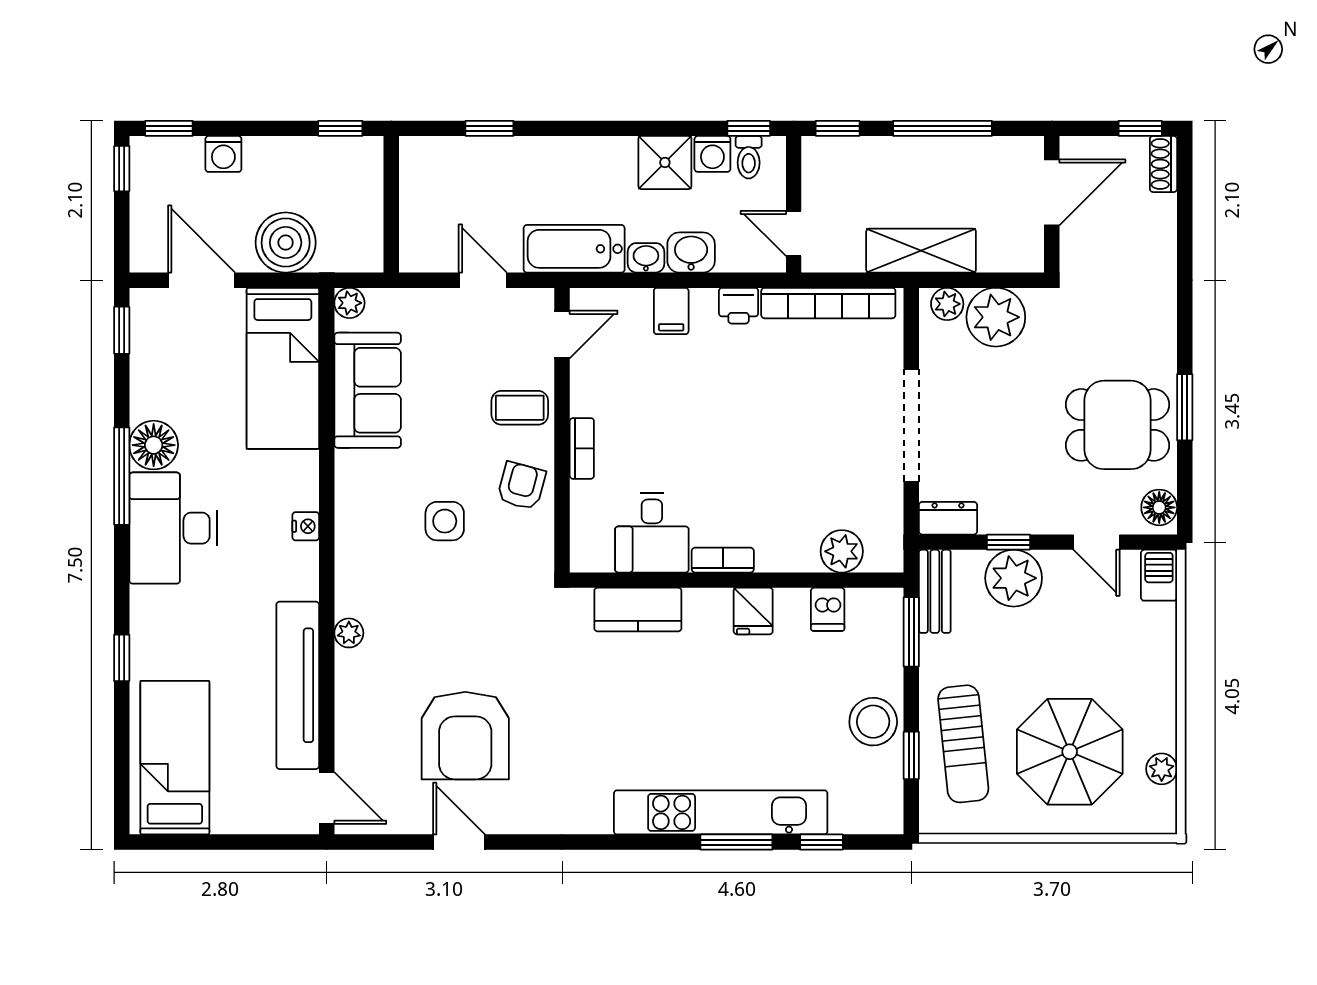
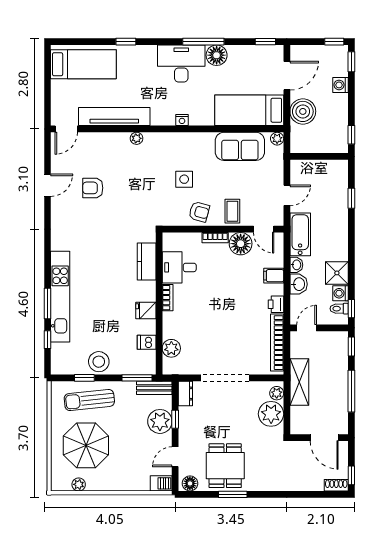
floor lamp: (596, 389) -> (241, 244), added
armchair: (465, 736) -> (93, 188), width x0.53, depth x0.53

